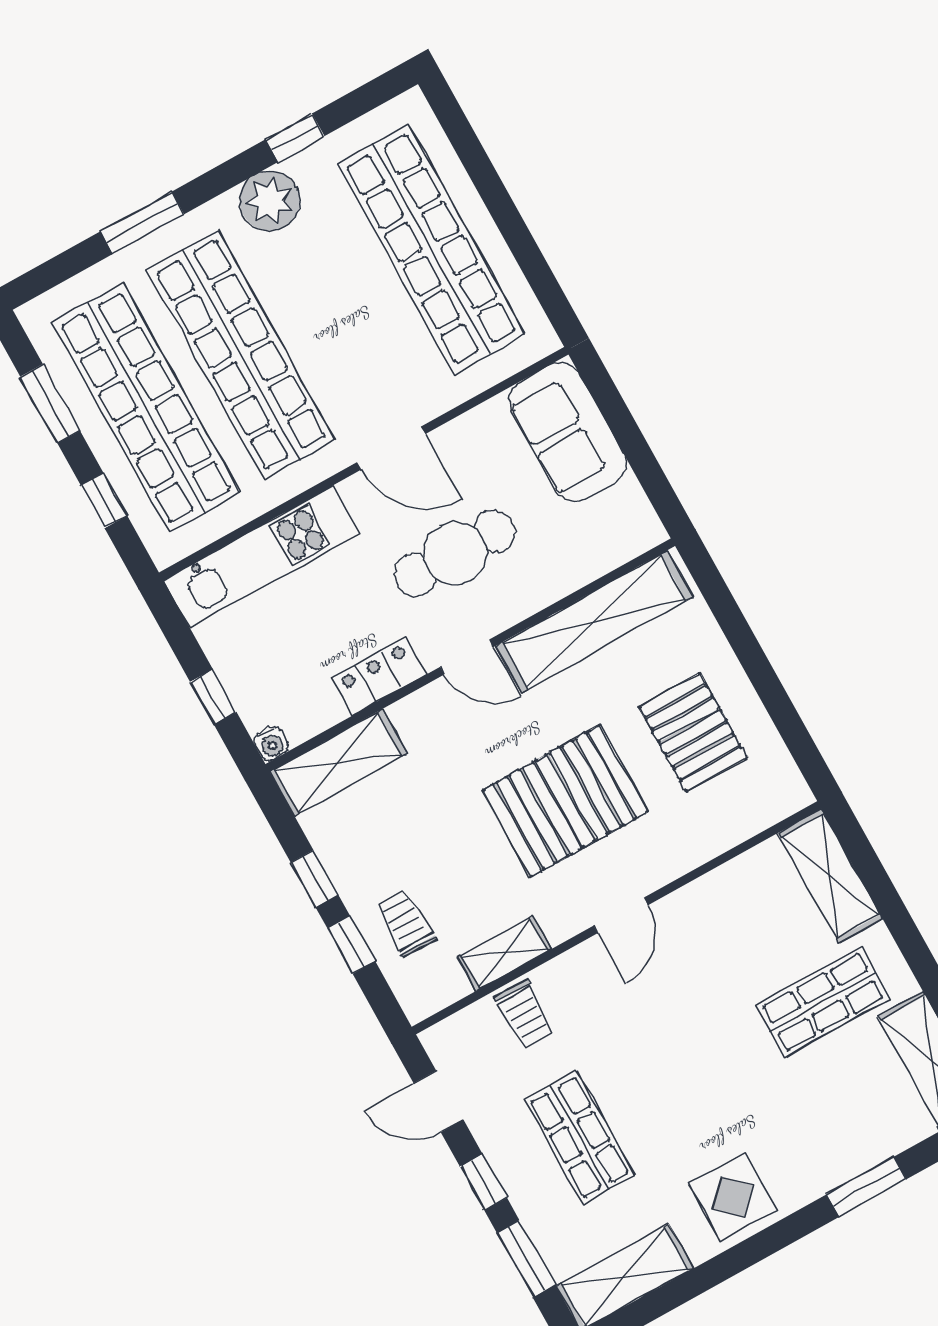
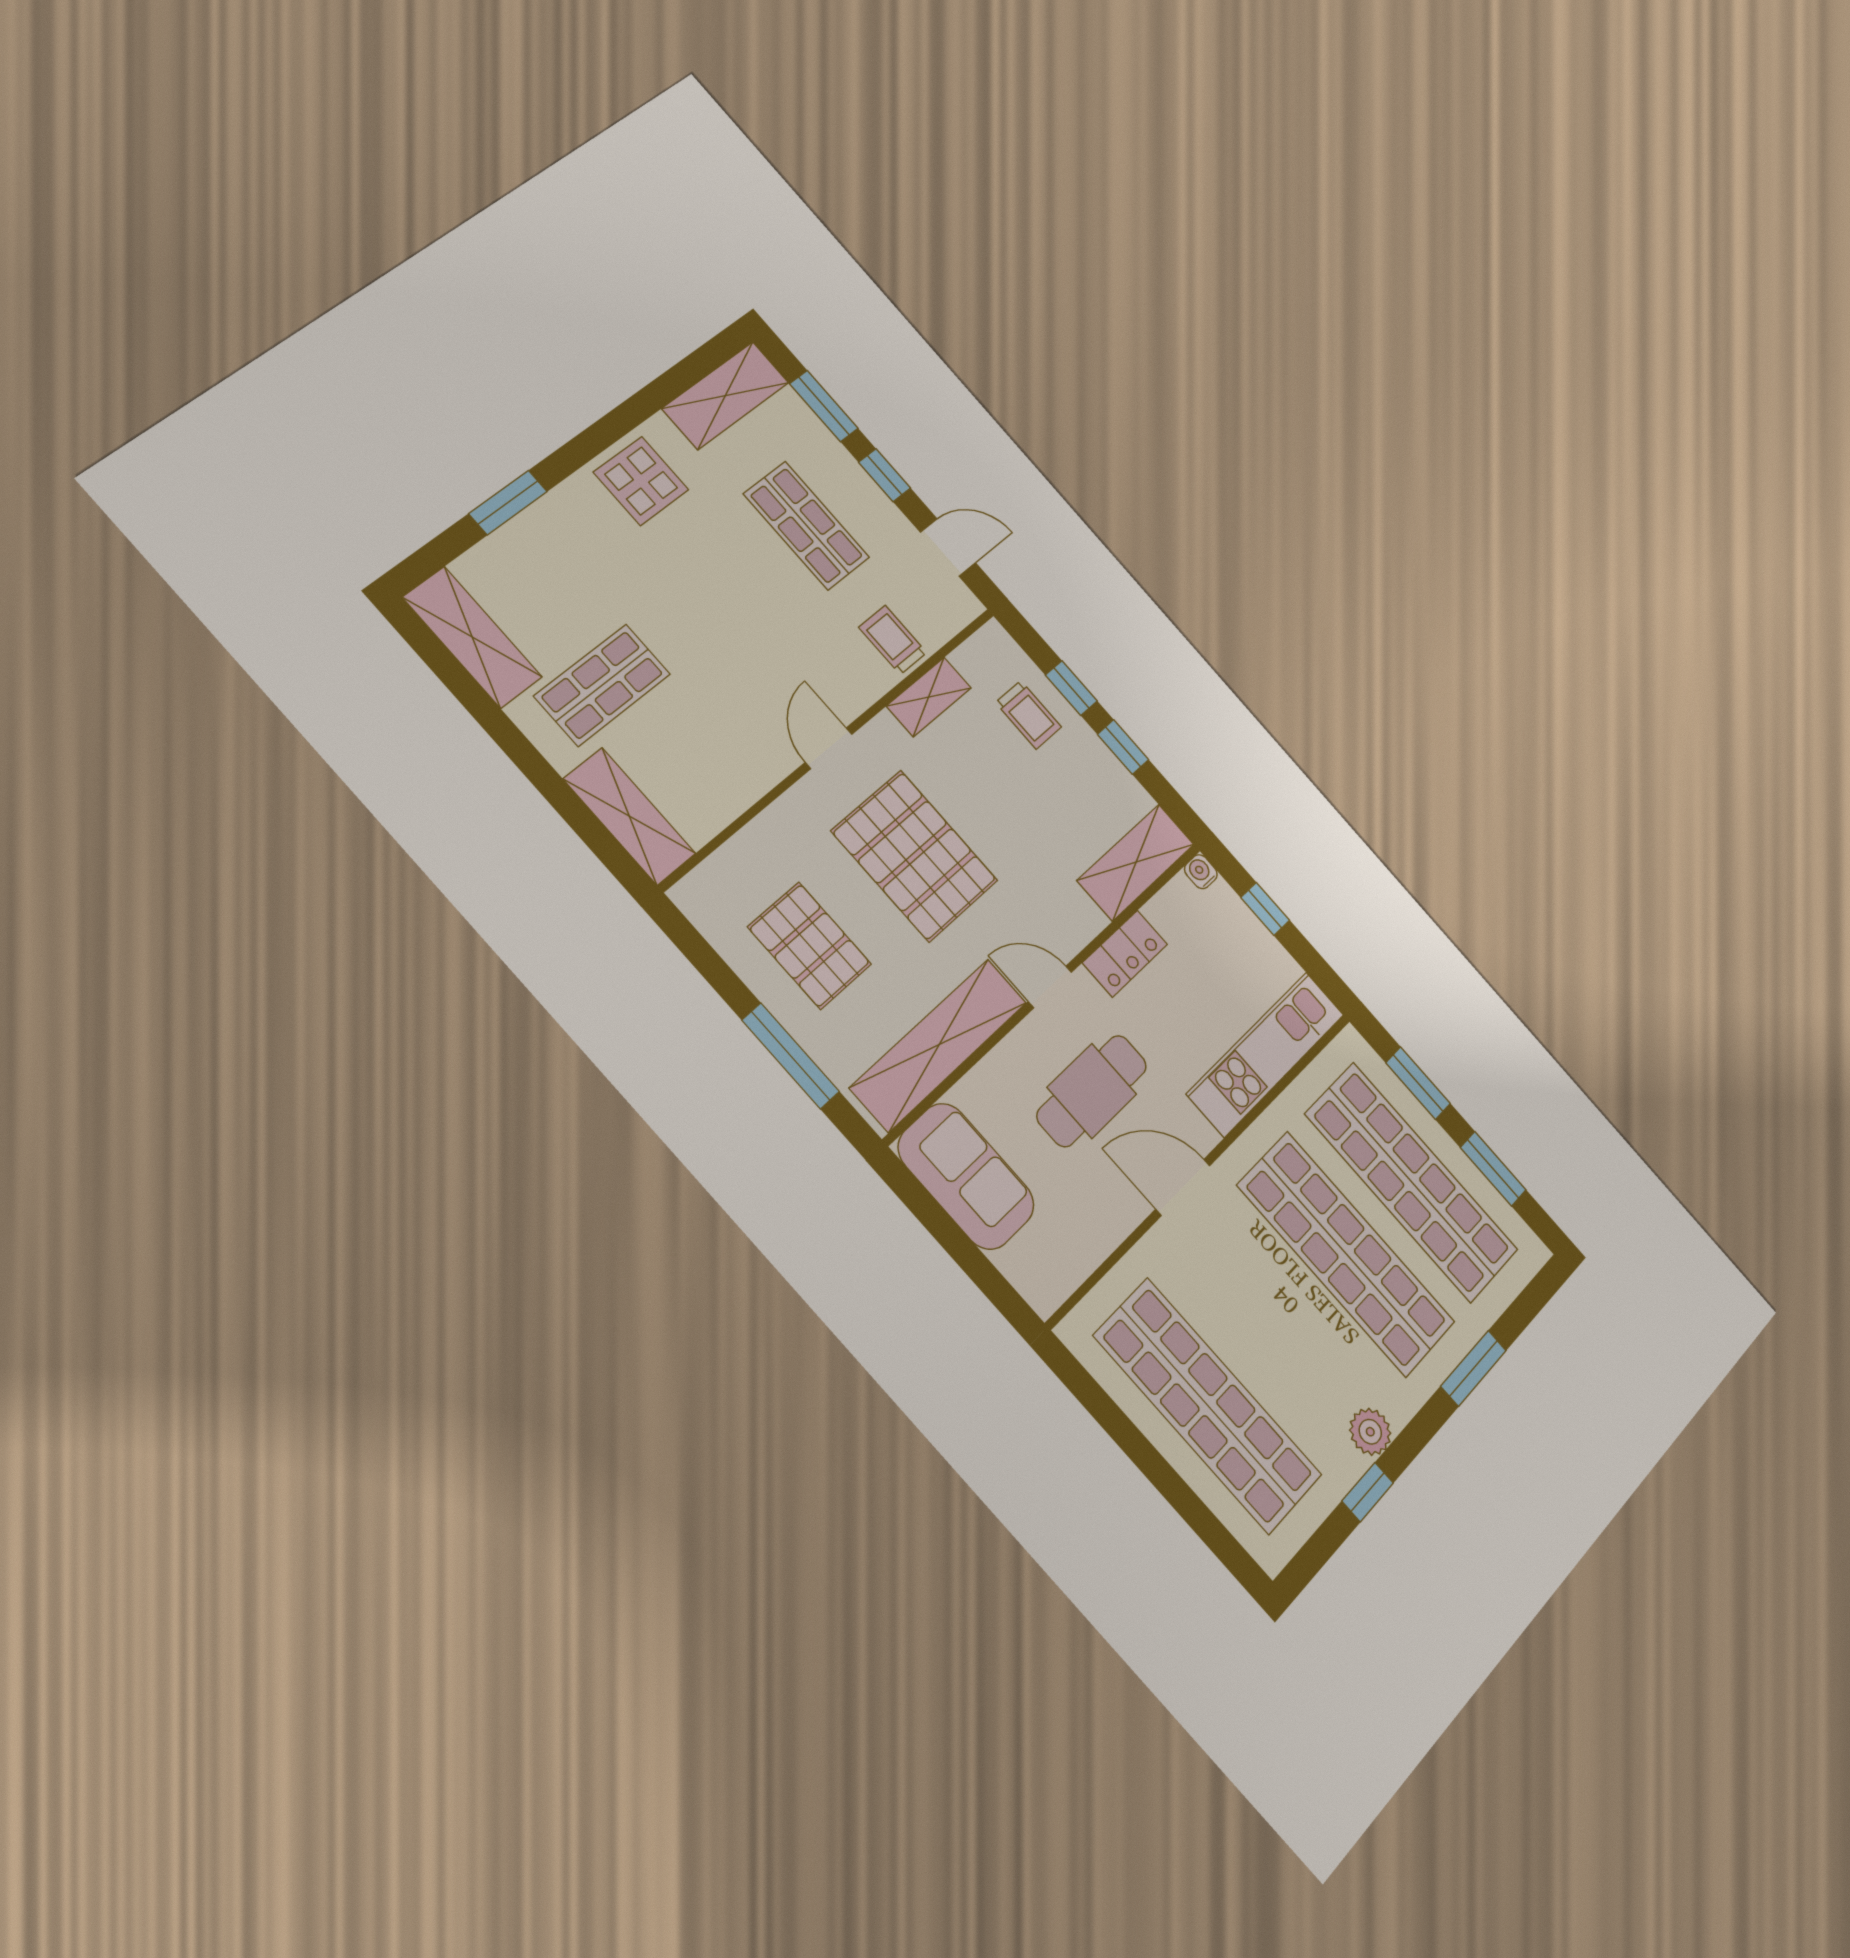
plant: (270, 201) -> (1370, 1432), width x0.73, depth x0.73
sofa: (567, 432) -> (966, 1176), moved
window: (104, 500) -> (1418, 1083), width x1.50
window: (740, 635) -> (791, 1056), added
pallet: (565, 801) -> (915, 856), turned 90

